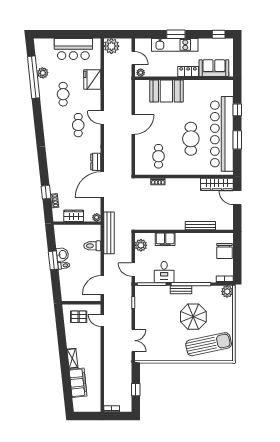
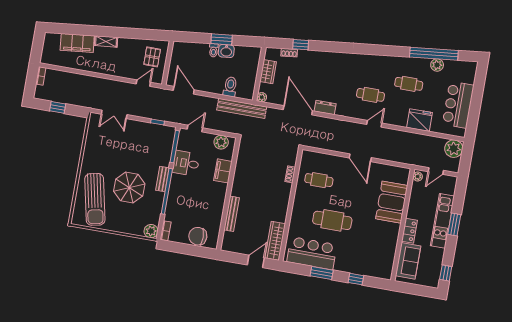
bar counter: (222, 134) -> (312, 253), width x0.54

